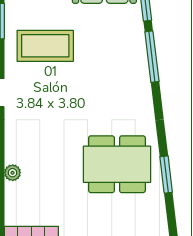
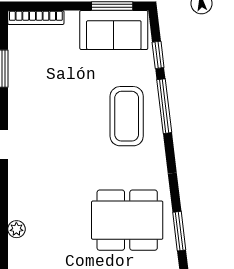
coffee table: (45, 46) -> (127, 116), moved, turned 90

